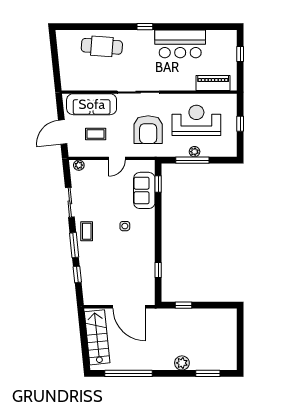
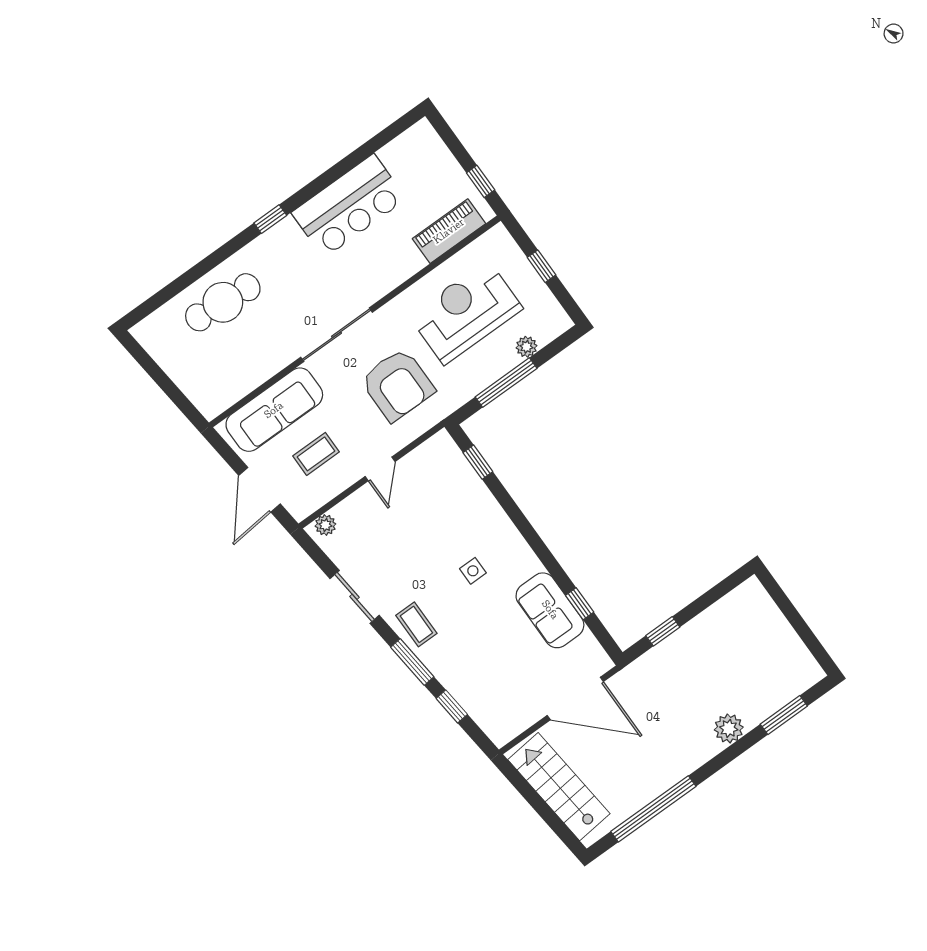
window: (240, 54) -> (481, 181), moved
plant: (195, 152) -> (526, 347), moved
sofa: (144, 190) -> (550, 610), moved

